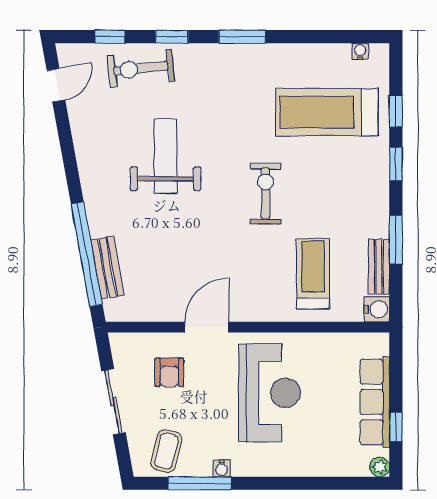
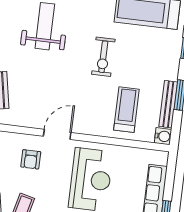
exercise bike: (266, 194) -> (103, 57), turned 180
bench: (379, 267) -> (168, 104), width x1.36

